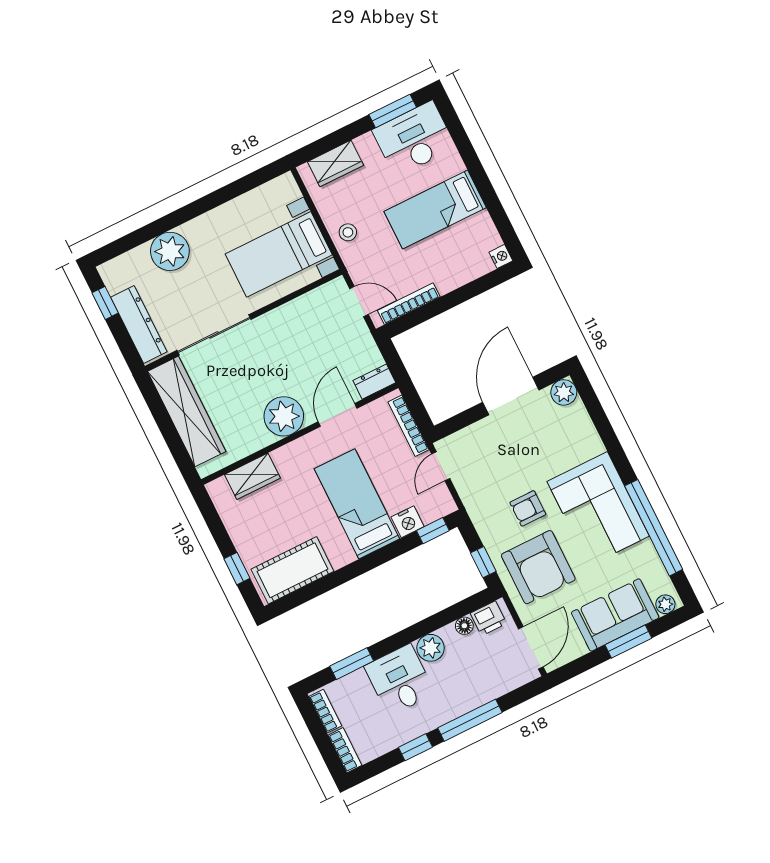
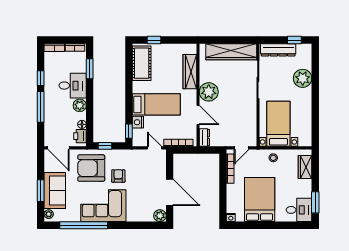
desk: (414, 139) -> (299, 210), width x0.73
bed: (435, 210) -> (260, 200), width x1.50
wardrobe: (252, 476) -> (190, 72), width x1.50

